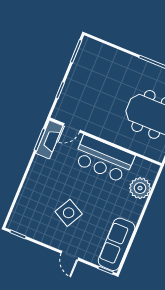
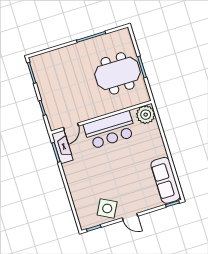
plant: (140, 188) -> (146, 115), moved
side table: (69, 213) -> (107, 208), moved
door: (70, 256) -> (130, 217), moved

